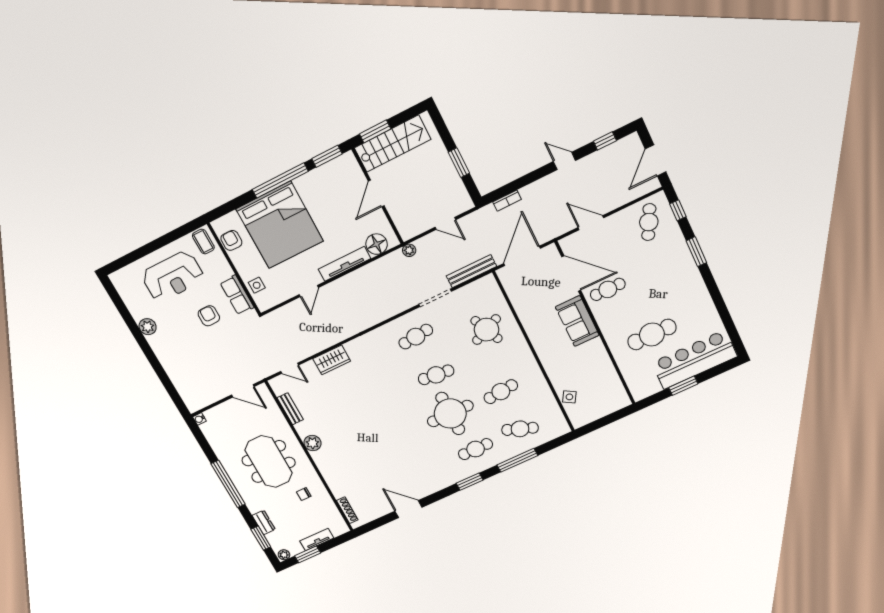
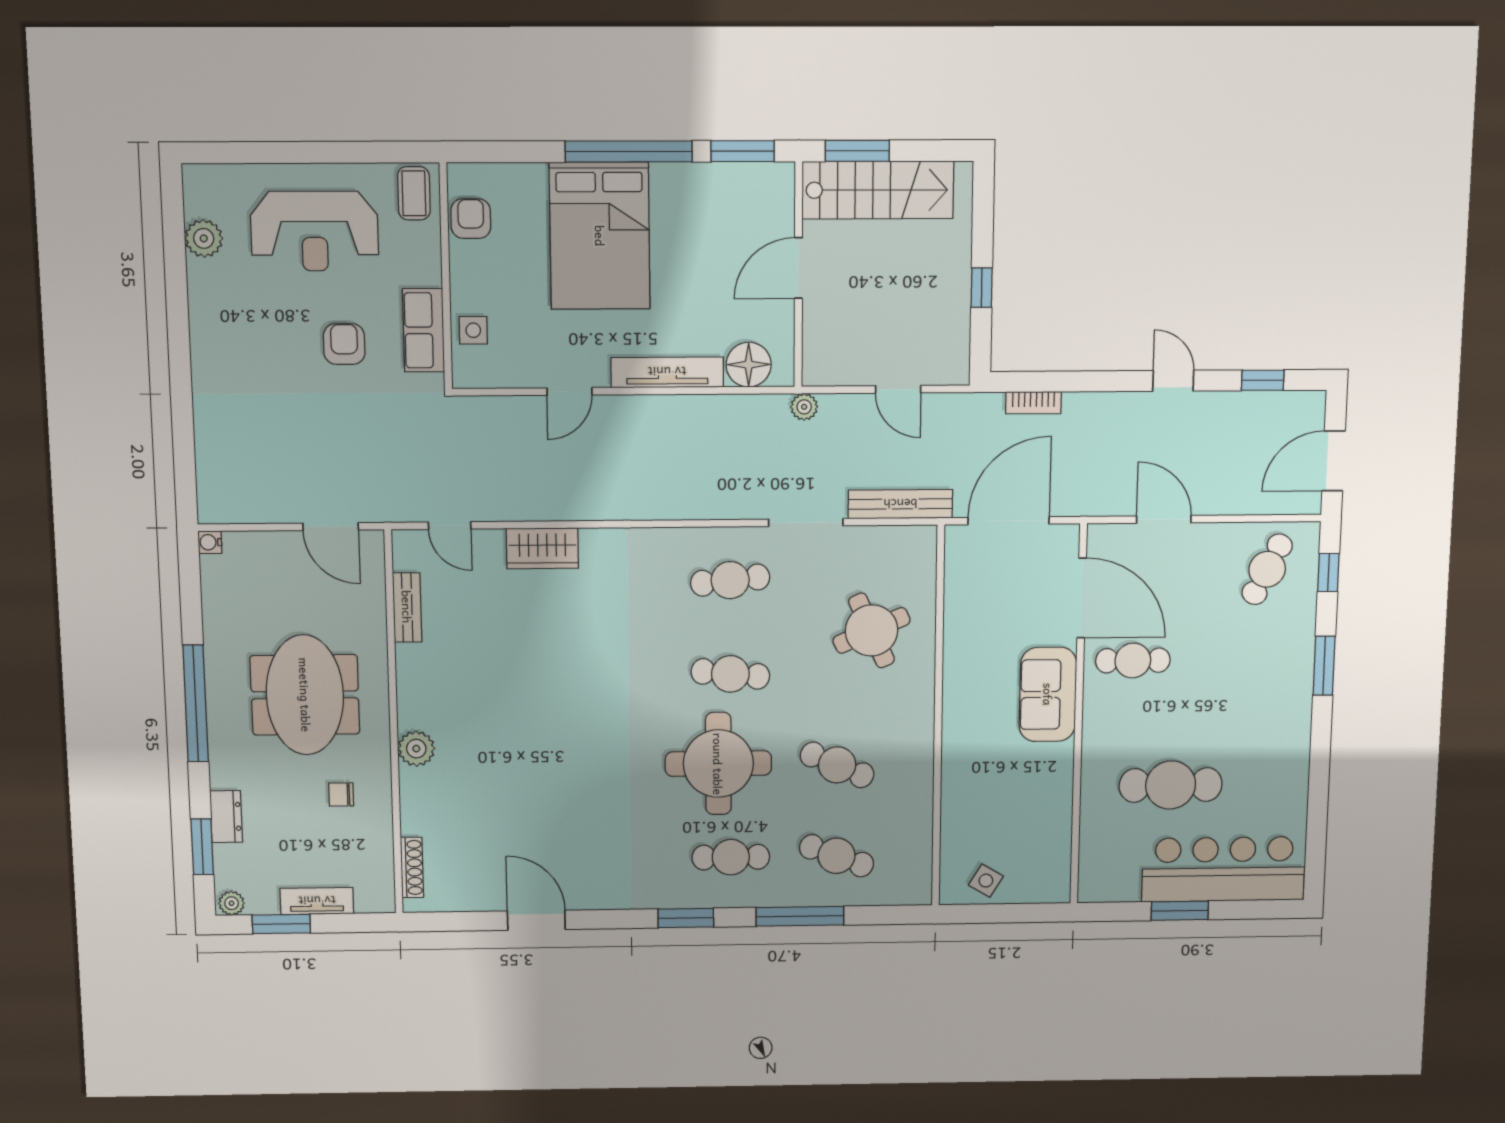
window: (459, 163) -> (982, 288), width x0.67
bed: (280, 225) -> (600, 236), width x0.73
plant: (148, 327) -> (204, 238), moved
cafe table: (501, 392) -> (837, 765), turned 30
side table: (569, 397) -> (986, 881), moved
plant: (312, 443) -> (416, 749), moved

